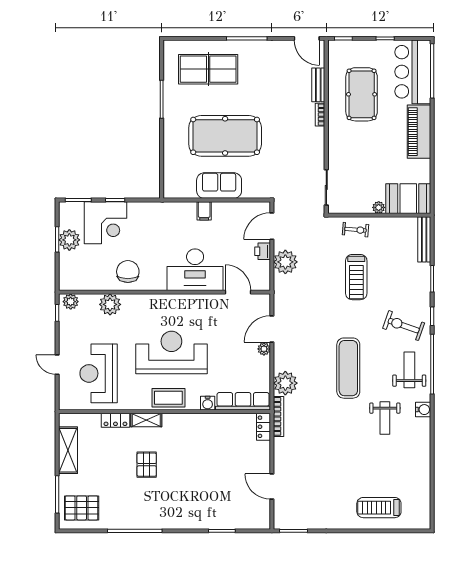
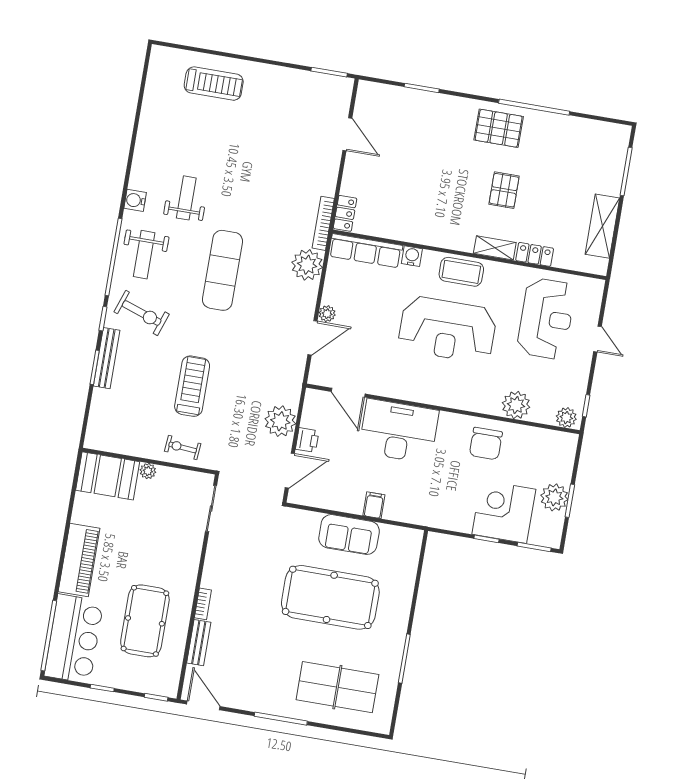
bench: (424, 239) -> (107, 358), moved
pallet: (82, 508) -> (499, 128), moved

